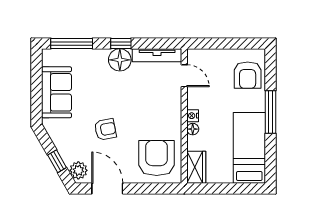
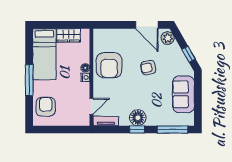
tv unit: (157, 55) -> (106, 121), width x0.71
door: (184, 76) -> (91, 106), swing flipped
armchair: (157, 158) -> (109, 65), moved
window: (57, 161) -> (189, 54), moved
wardrobe: (196, 167) -> (69, 35), moved, turned -90

